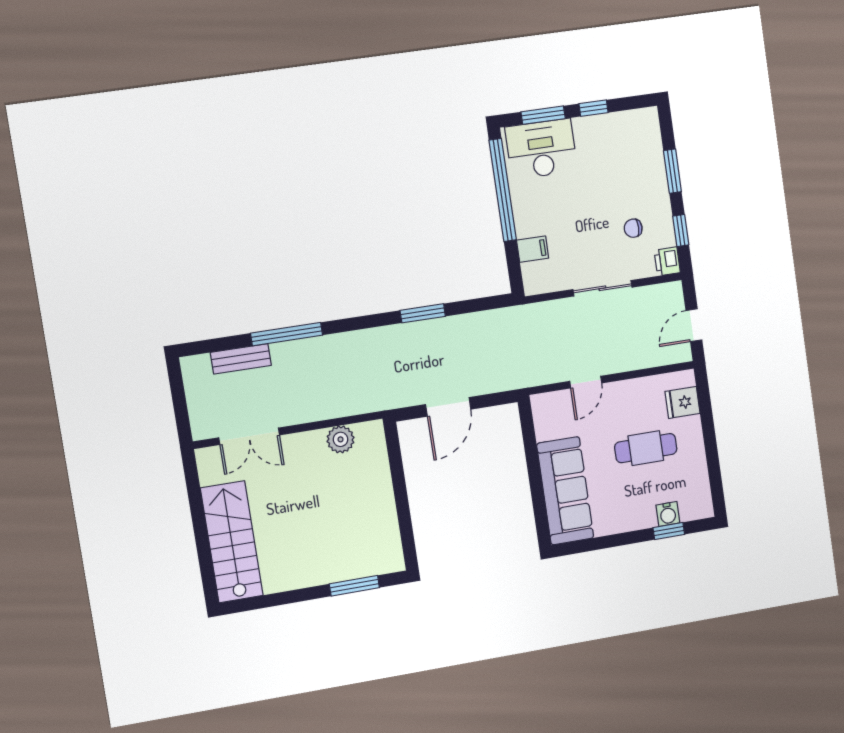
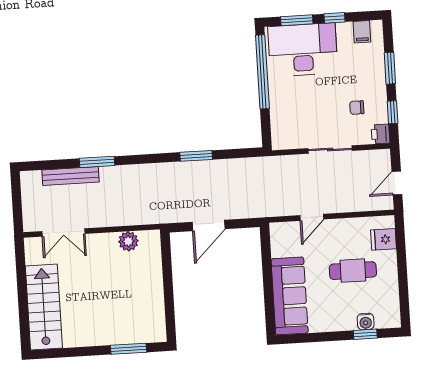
desk: (541, 149) -> (303, 50), width x1.36, depth x1.30
filing cabinet: (533, 249) -> (362, 32), moved, turned 90
window: (287, 334) -> (97, 162), width x0.69
bench: (241, 359) -> (70, 176), width x1.36

